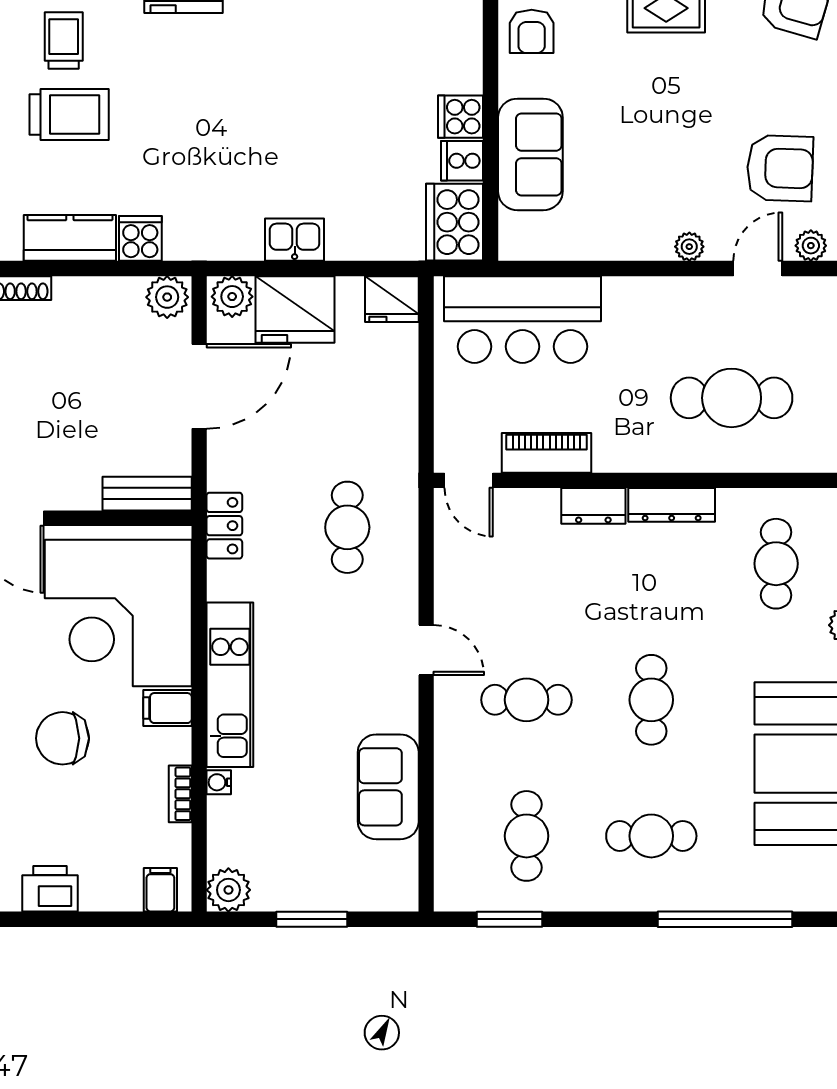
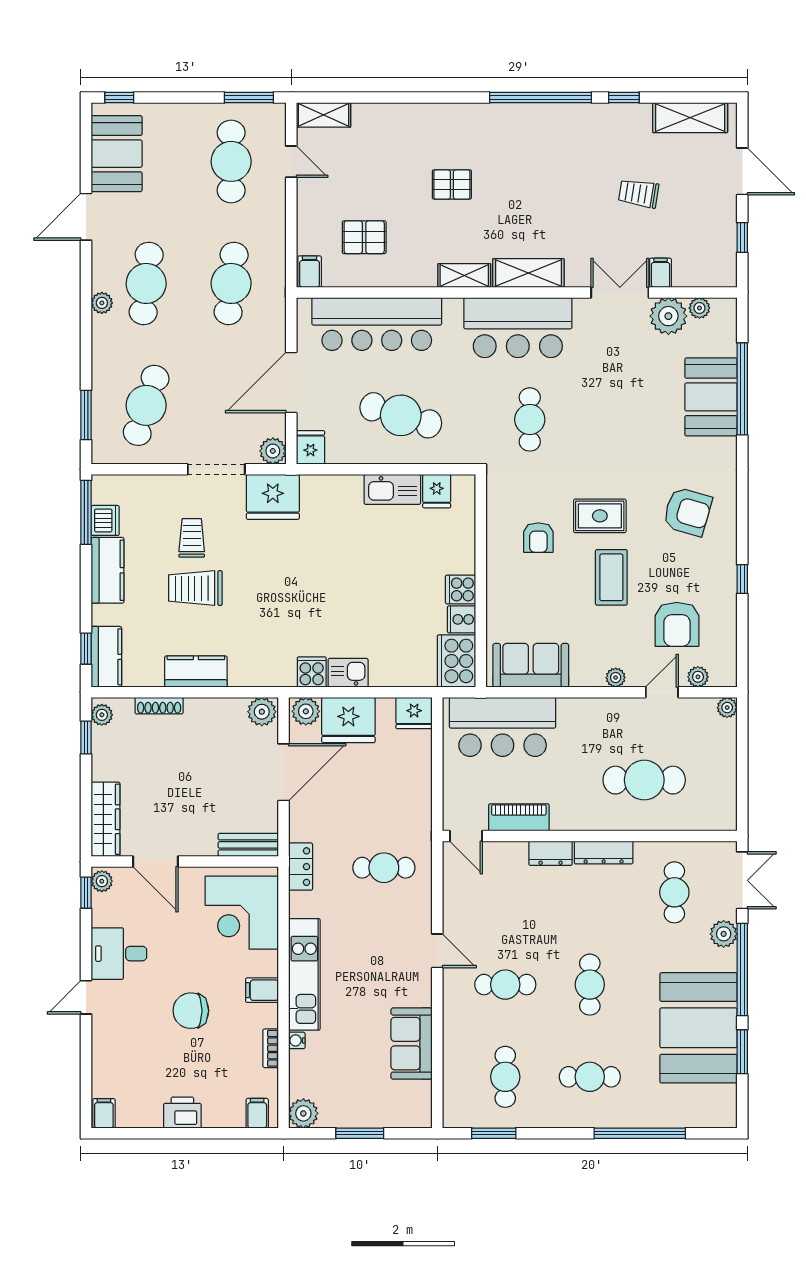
armchair: (532, 31) -> (538, 538), moved
coffee table: (683, 99) -> (611, 577), added
trolley: (69, 115) -> (195, 588), turned 180
sofa: (530, 154) -> (531, 665), moved, turned -90
armchair: (780, 168) -> (677, 624), turned 88
cooker: (140, 238) -> (312, 672), moved
cafe table: (347, 527) -> (384, 868), turned 90
corner desk: (118, 613) -> (242, 913), width x0.74, depth x0.74

